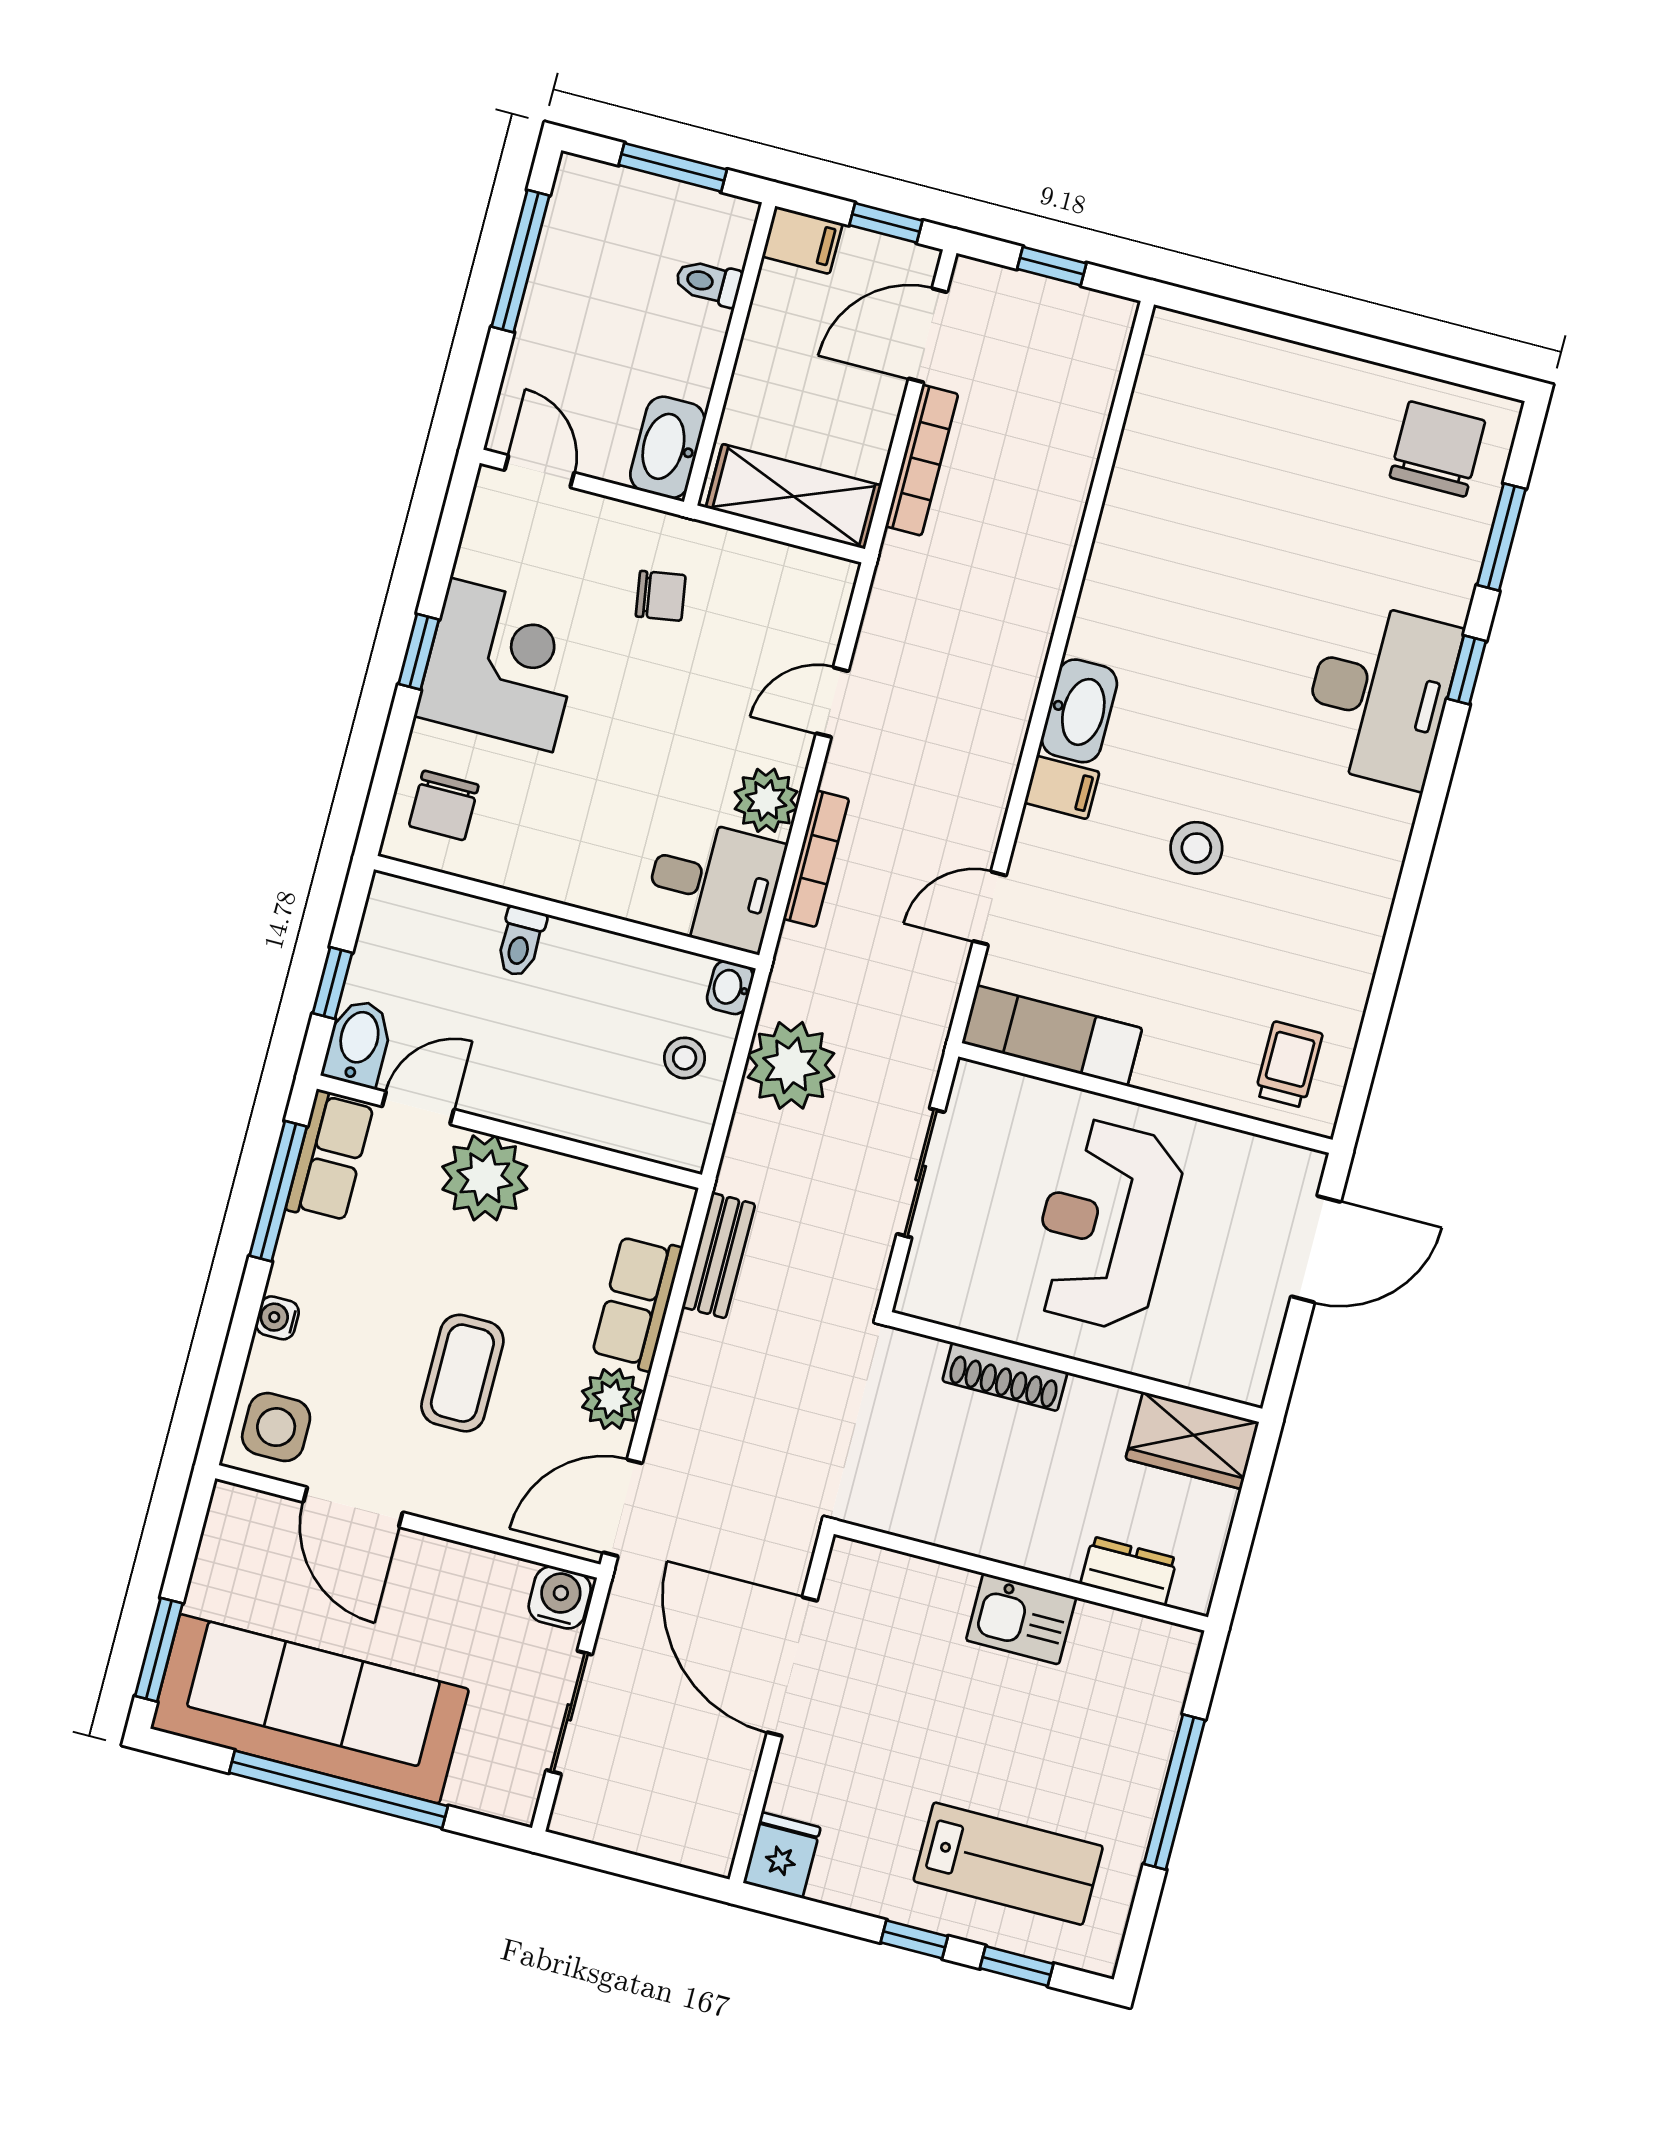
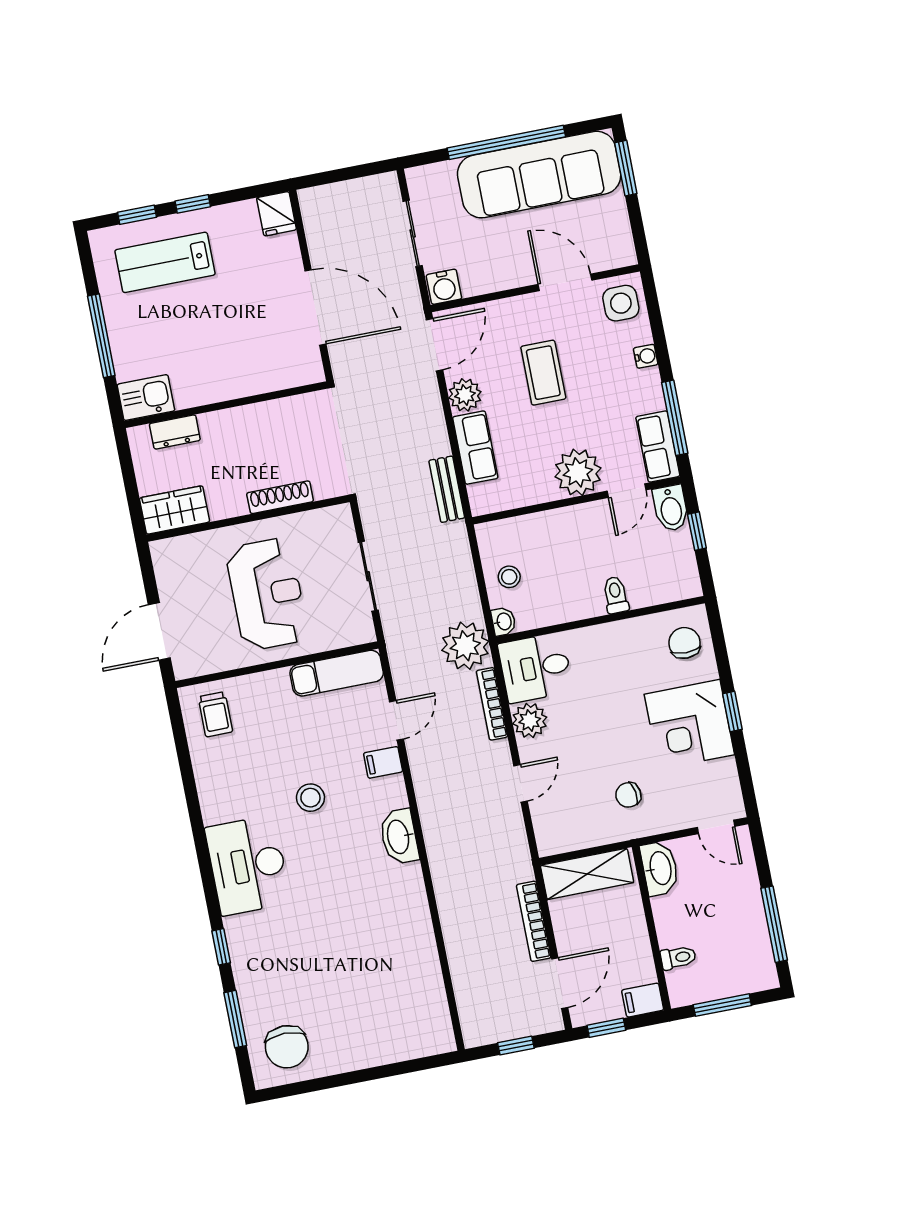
desk: (1380, 694) -> (248, 865), moved
filing cabinet: (1062, 787) -> (383, 762), moved
plant: (791, 1065) -> (465, 646), moved
kitchen sink: (1021, 1619) -> (146, 398), moved

